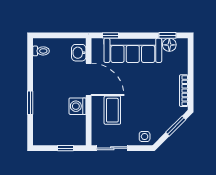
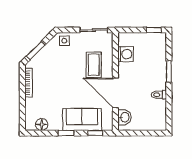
window: (168, 35) -> (66, 133), moved
sofa: (133, 50) -> (82, 119), width x0.73
toilet: (41, 51) -> (159, 95), moved
washing machine: (78, 106) -> (126, 54), moved
window: (66, 148) -> (154, 30), moved

